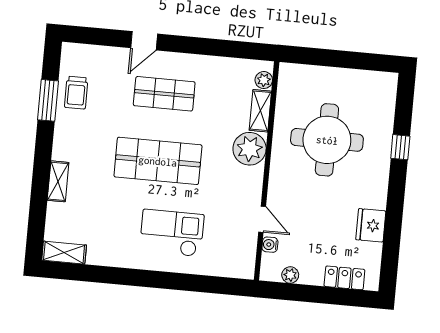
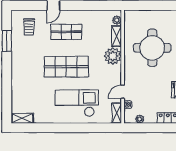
trolley: (76, 93) -> (29, 27), moved
shelving: (58, 181) -> (117, 113), moved
door: (262, 219) -> (123, 92), swing flipped
checkout: (172, 233) -> (77, 103), width x1.36, depth x1.21

